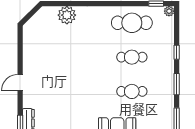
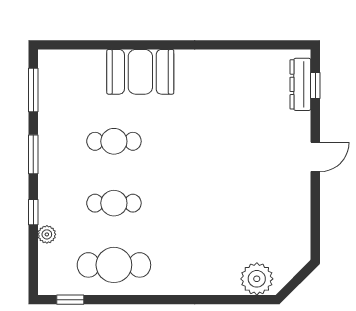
plant: (169, 11) -> (47, 234), moved
plant: (67, 15) -> (257, 279), moved

